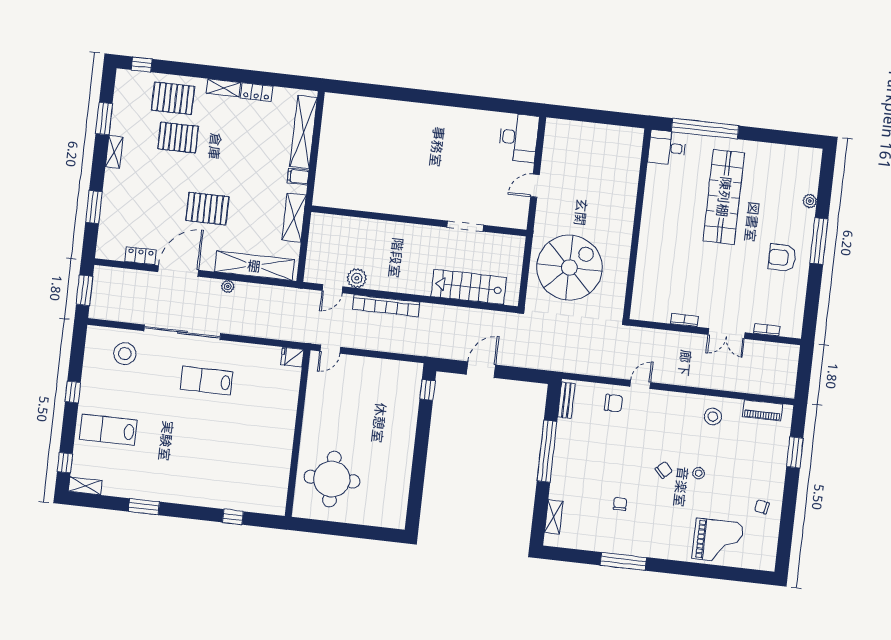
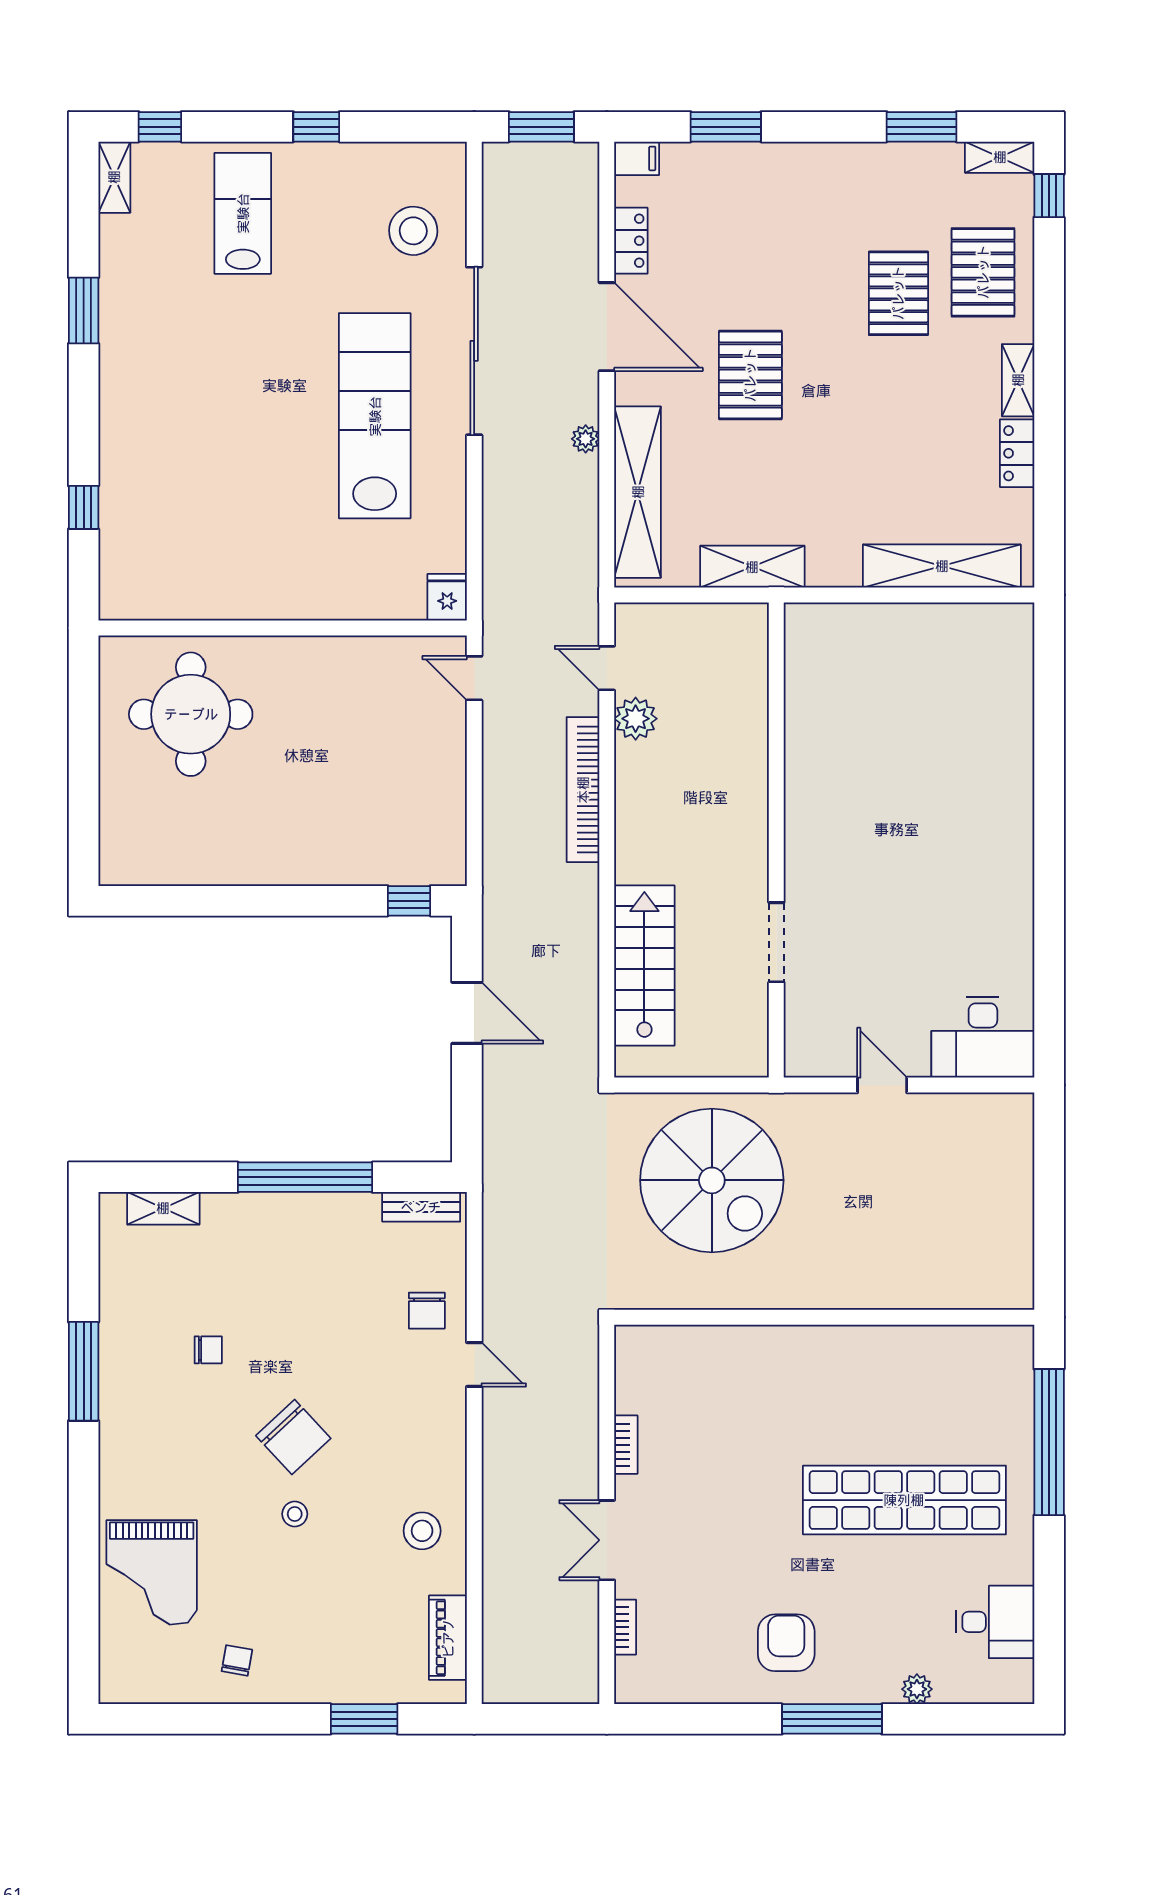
desk: (667, 148) -> (995, 1622), moved, turned 90
shelving: (114, 152) -> (1000, 157), moved
filing cabinet: (298, 177) -> (637, 158), moved, turned 90
lab bench: (206, 381) -> (375, 416), width x1.86, depth x1.39
chair: (664, 470) -> (293, 1437), width x1.87, depth x1.87

